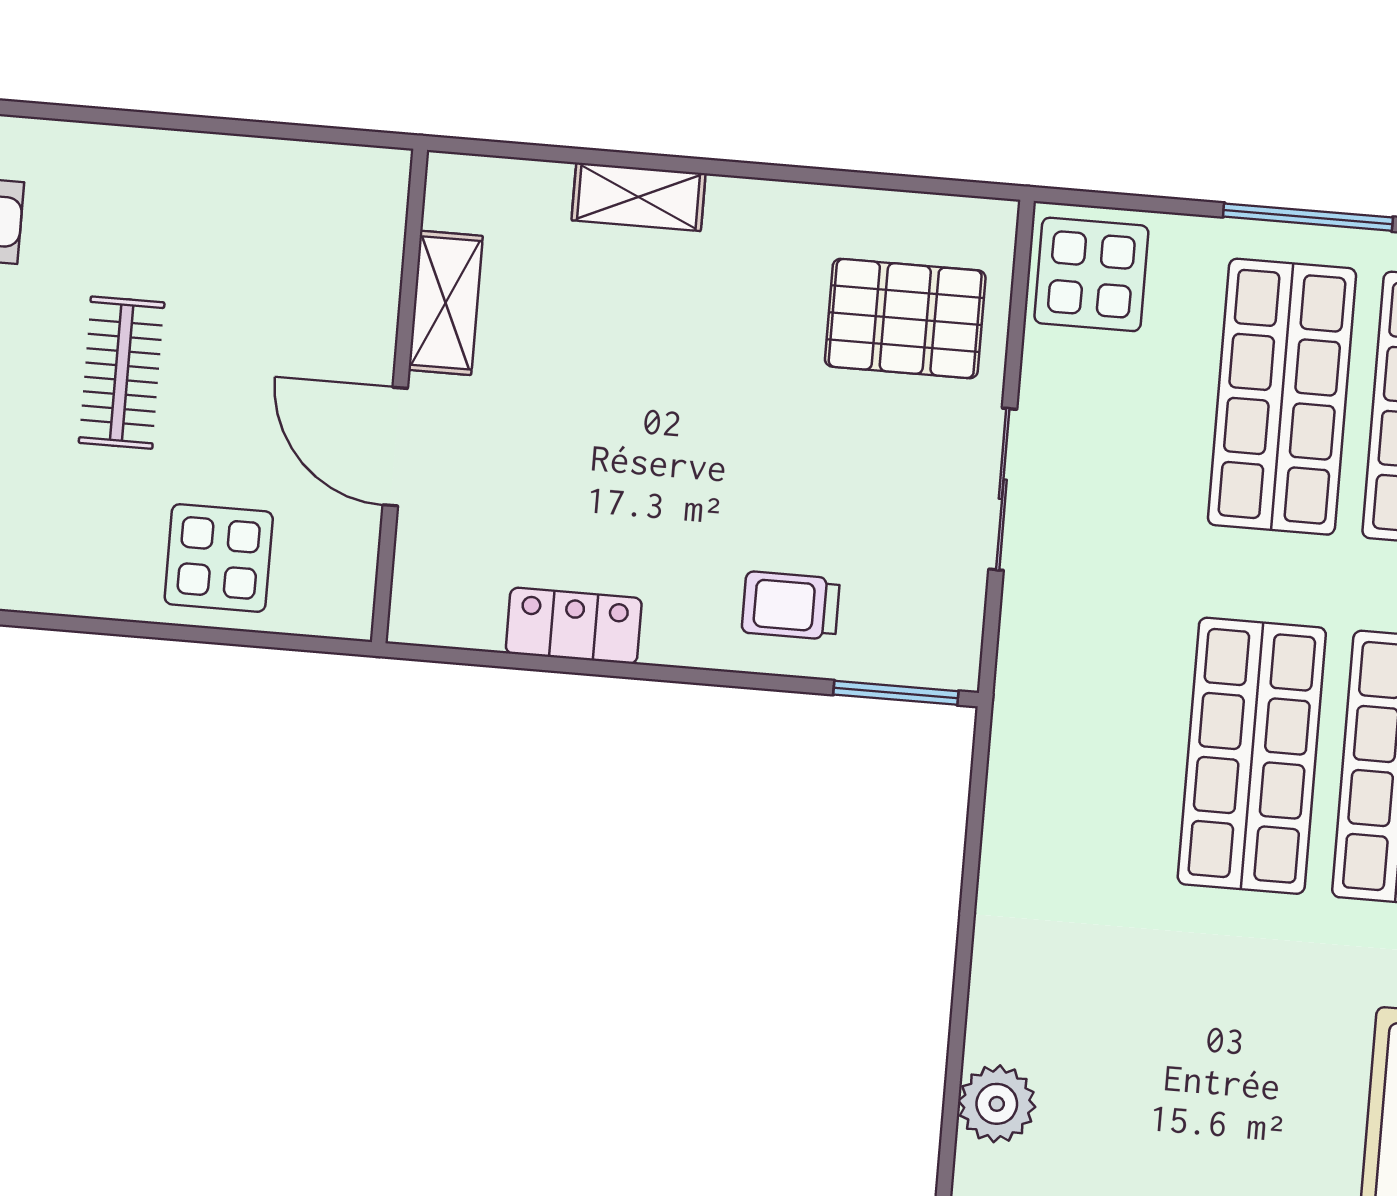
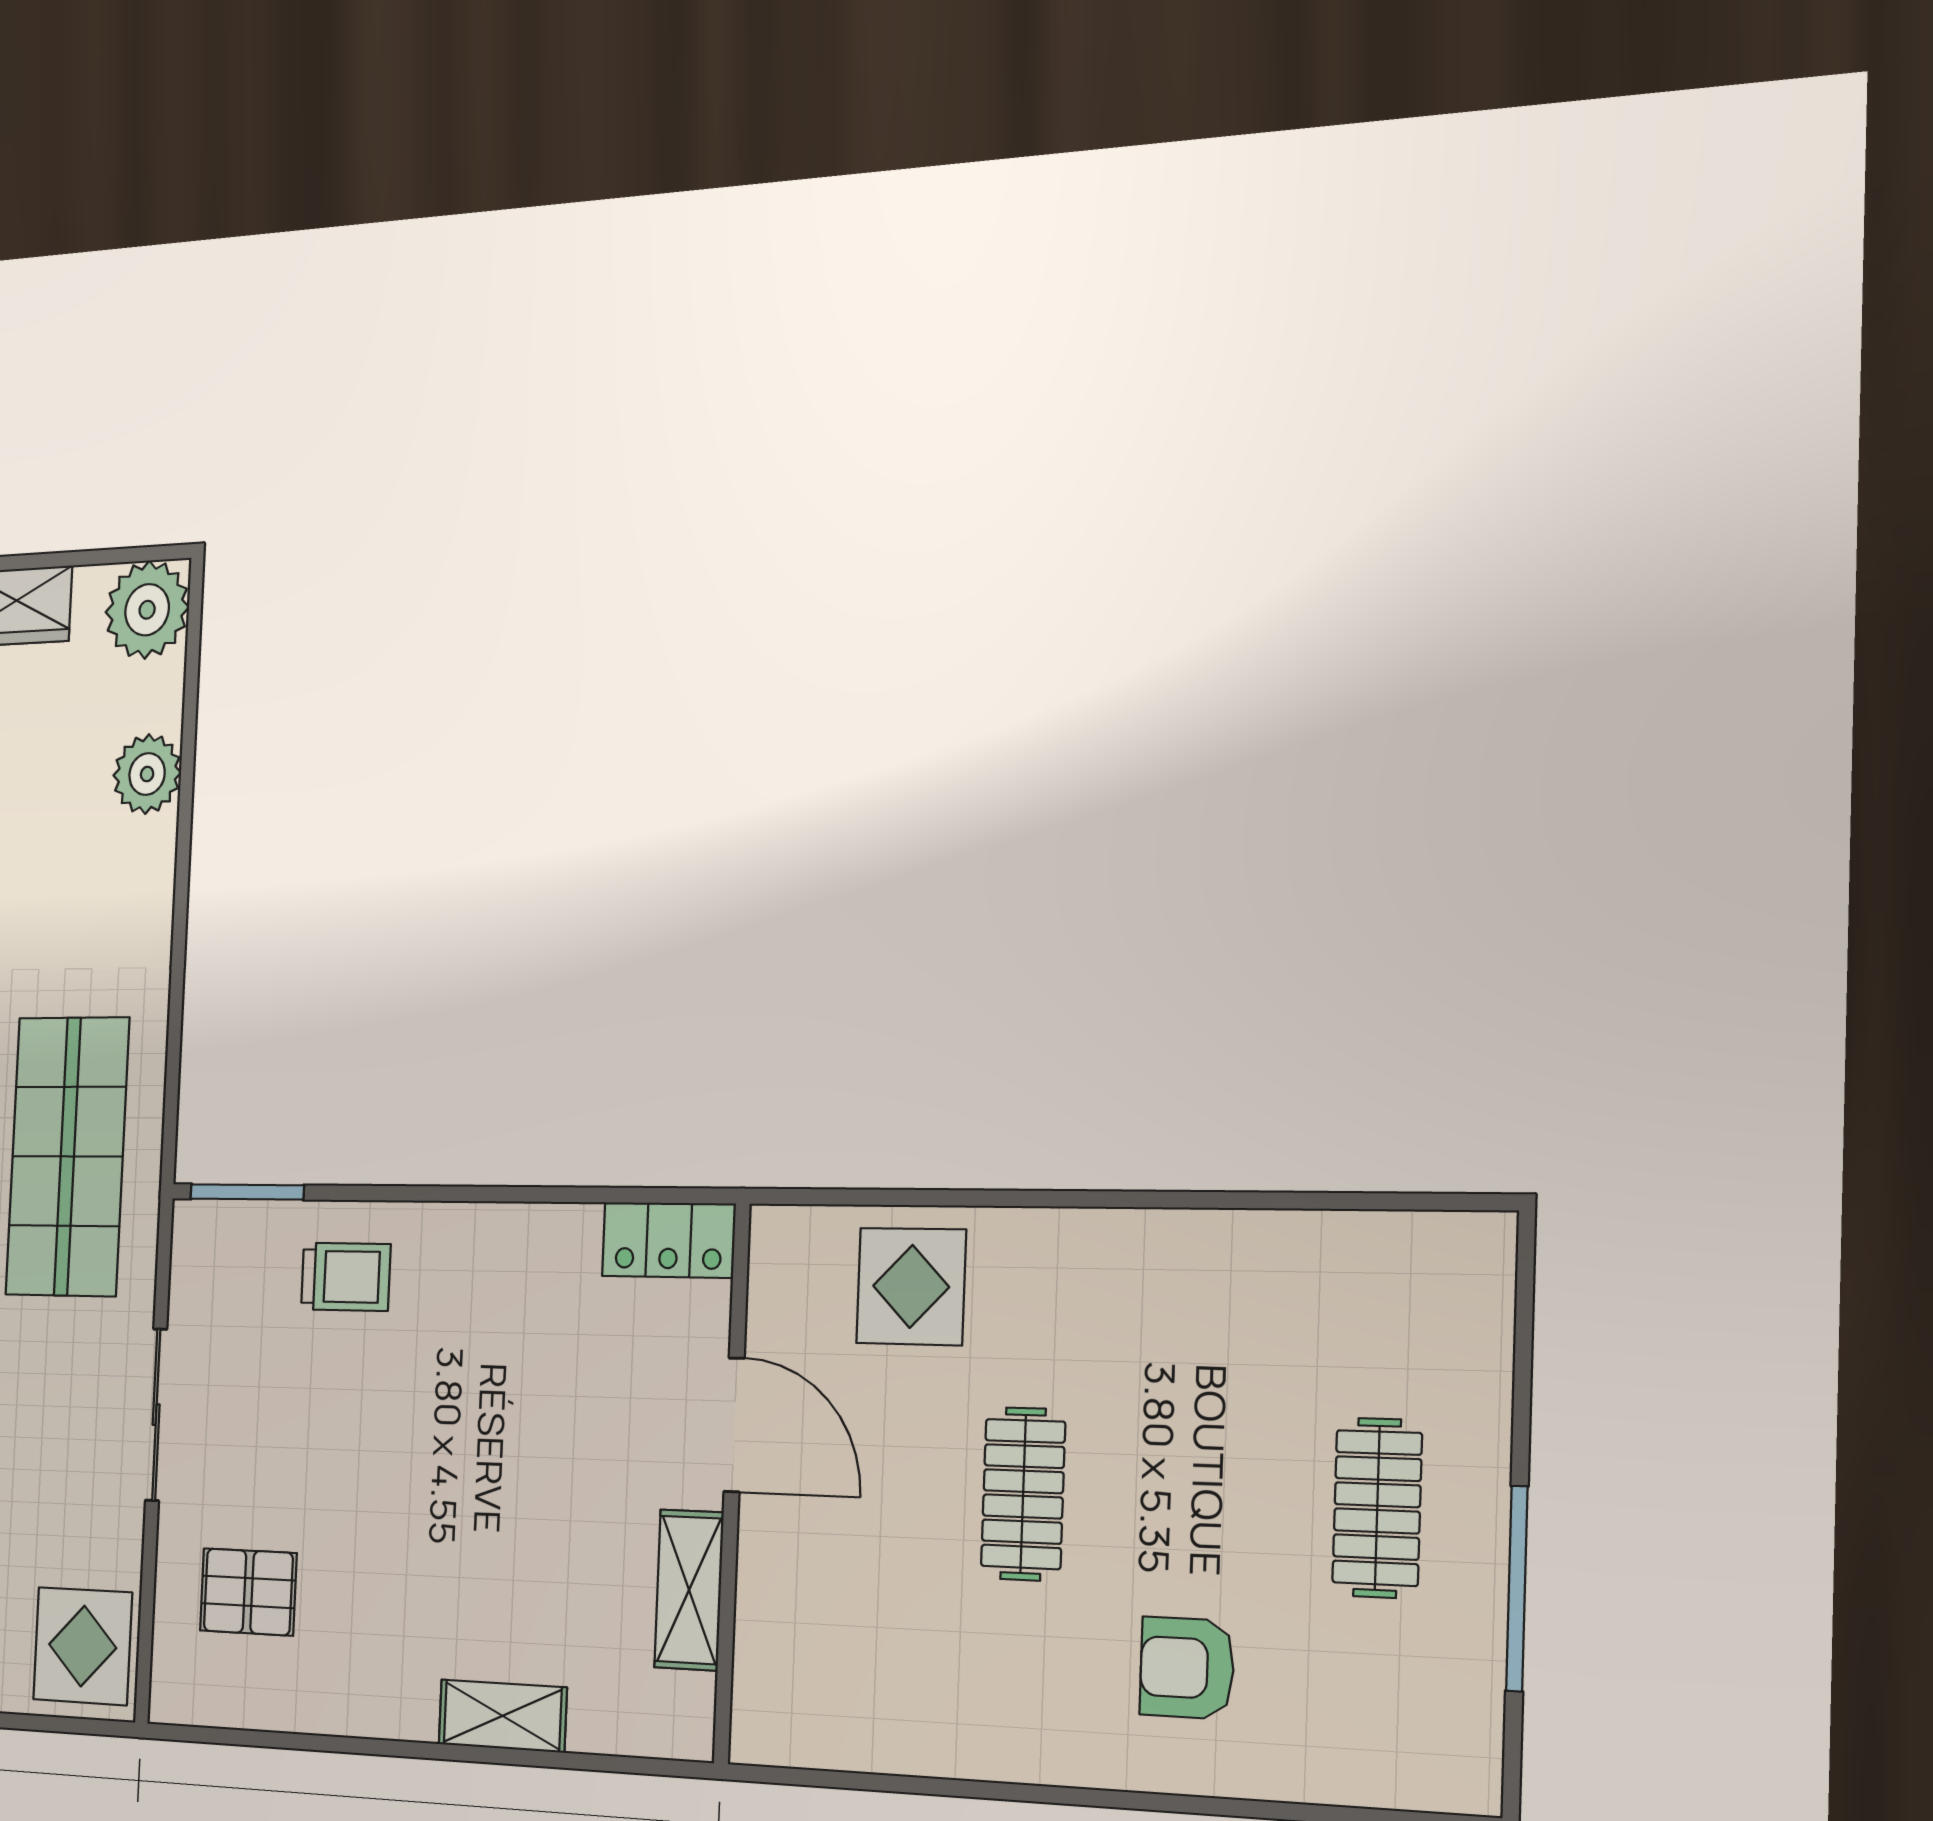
pallet: (905, 319) -> (248, 1592), width x0.67, depth x0.71
locker: (574, 626) -> (669, 1240), moved
shop shelf: (1097, 743) -> (67, 1156), added

